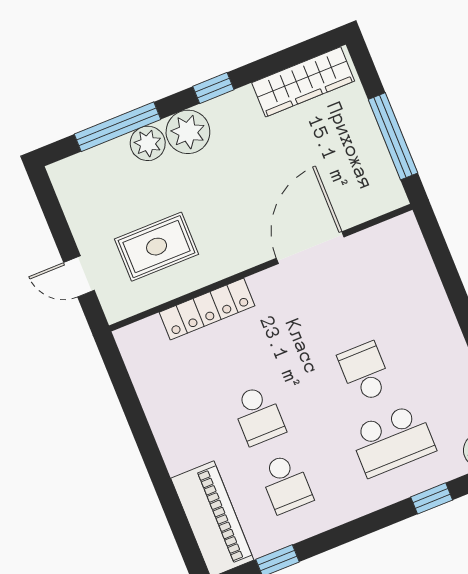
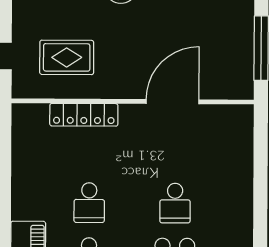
school desk: (365, 372) -> (175, 203), turned 180

